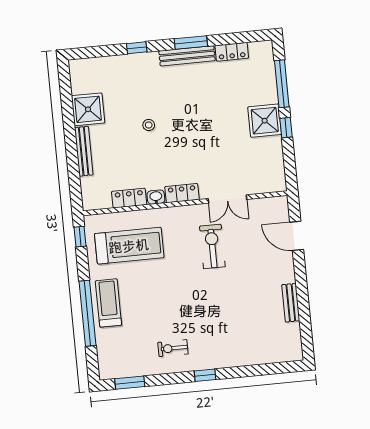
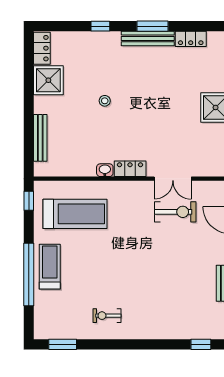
bench: (84, 151) -> (40, 138), moved
locker: (129, 198) -> (42, 48), moved, turned 90
exercise bike: (212, 246) -> (175, 212), moved, turned 90
window: (205, 375) -> (201, 344), moved

